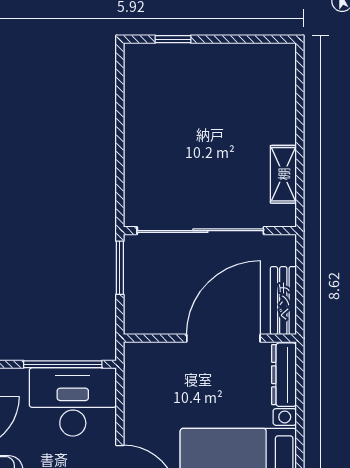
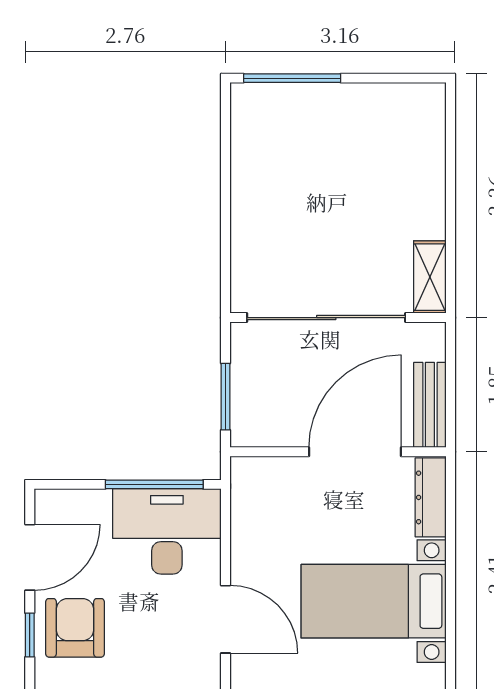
window: (173, 39) -> (292, 78), width x2.17
shelving: (283, 174) -> (430, 277), moved
window: (120, 268) -> (226, 397), moved

